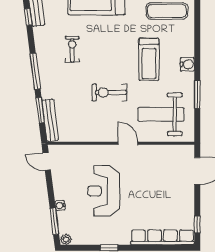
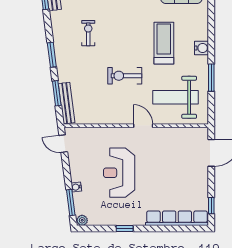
treadmill: (149, 59) -> (164, 43), turned 180
window: (35, 71) -> (52, 55), width x0.69

